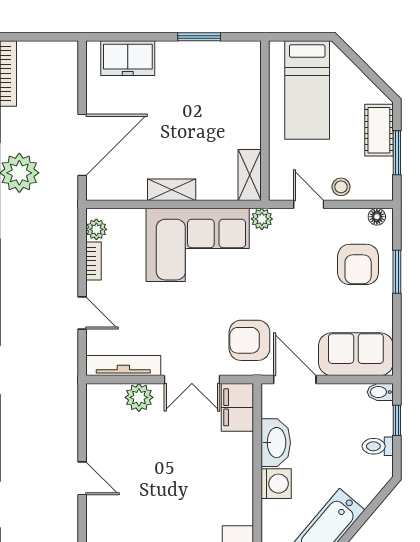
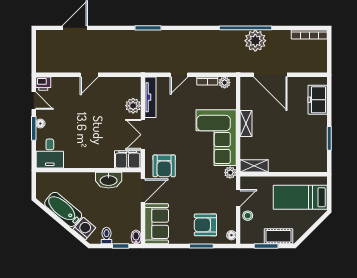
armchair: (249, 340) -> (164, 166), turned 180
washing machine: (276, 484) -> (84, 229), moved, turned -140

